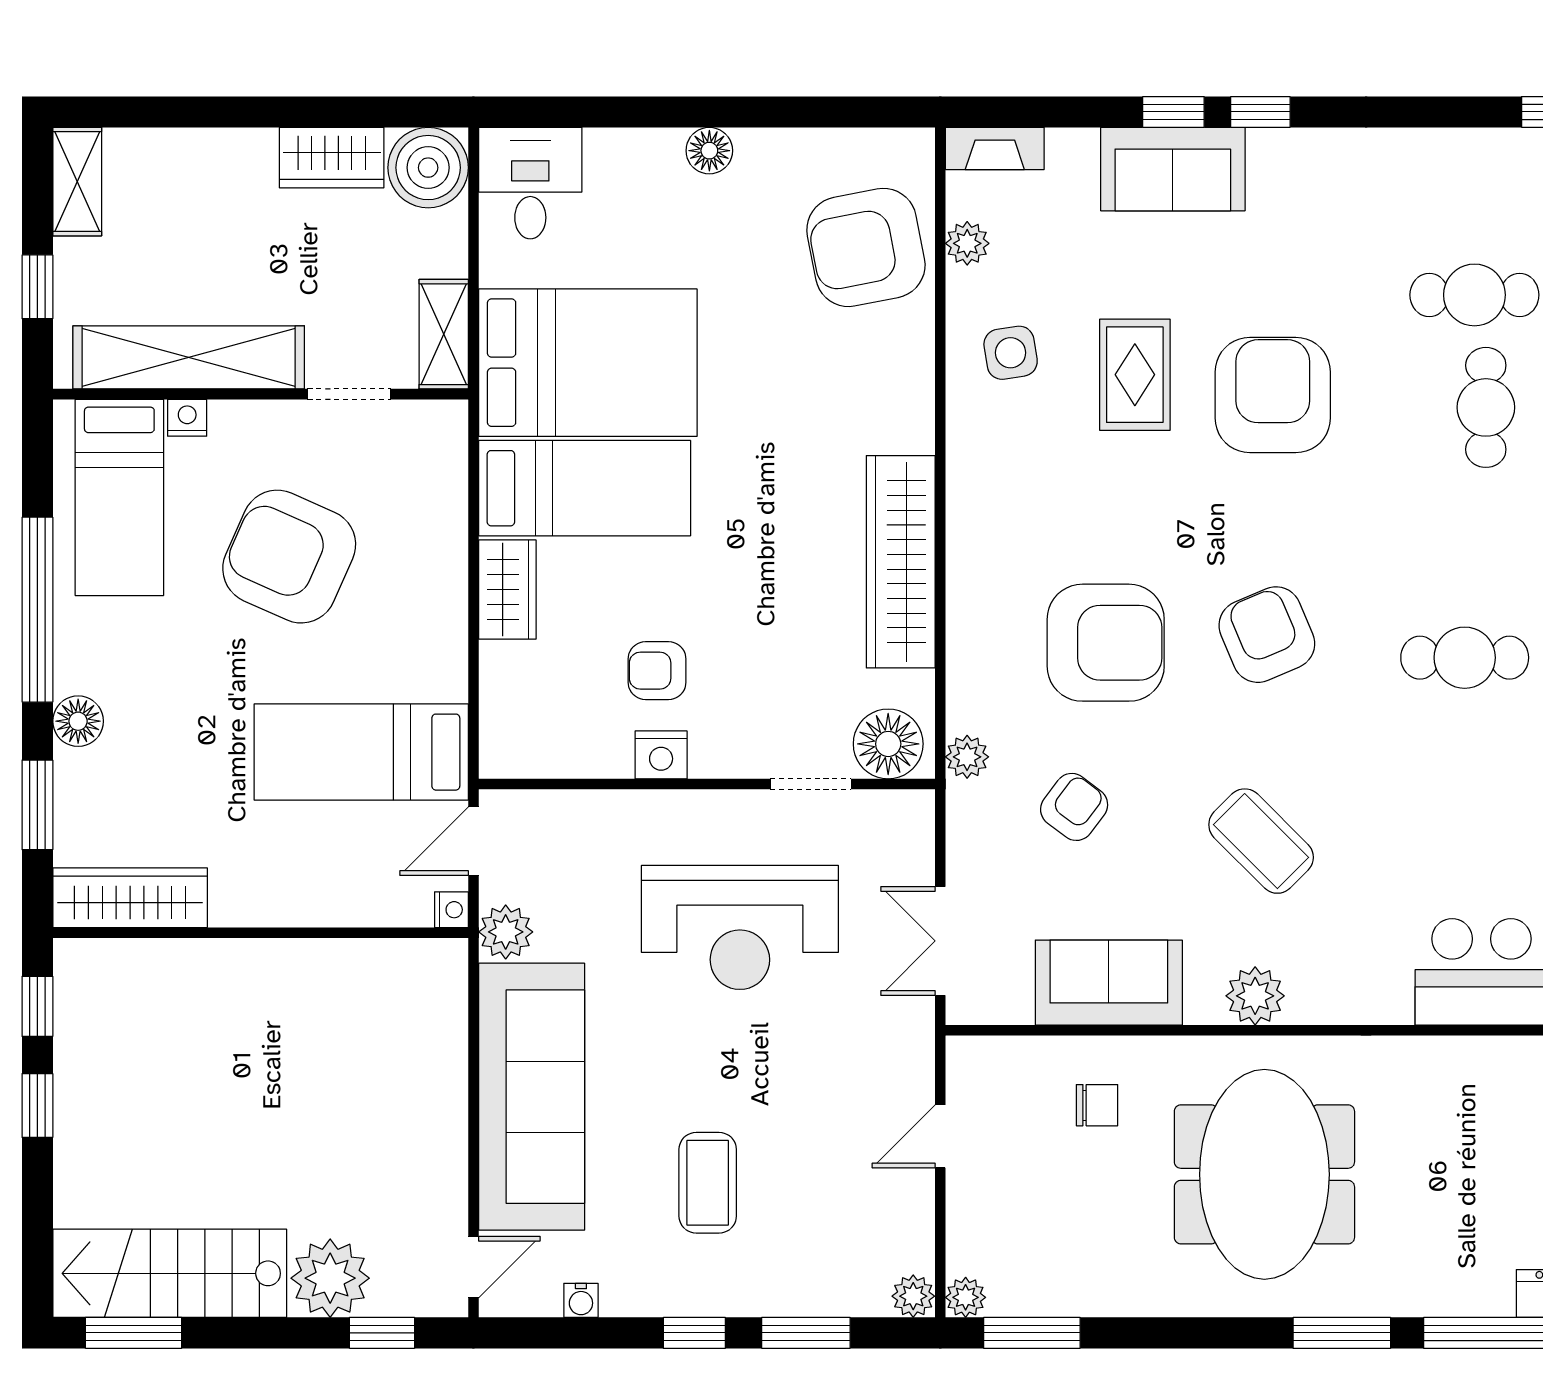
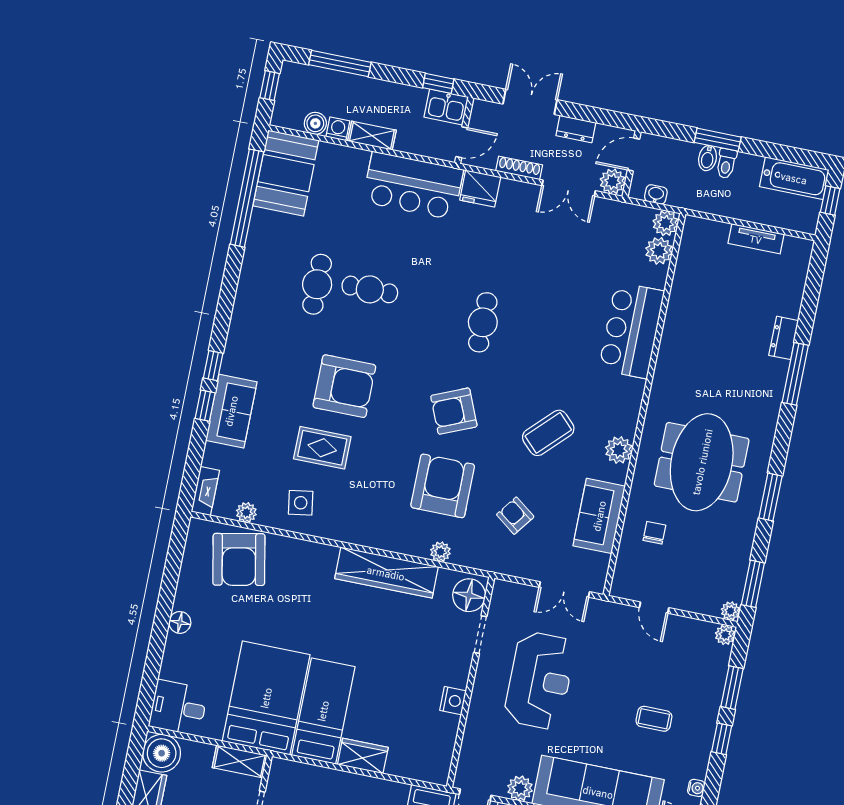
armchair: (1273, 395) -> (344, 386), turned 180
armchair: (657, 671) -> (414, 695), removed
plant: (967, 757) -> (440, 552), moved
meeting table: (1264, 1174) -> (702, 462), turned 90
coffee table: (708, 1183) -> (654, 719), width x0.73, depth x0.77
window: (1342, 1333) -> (770, 497), moved

